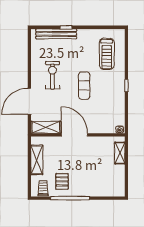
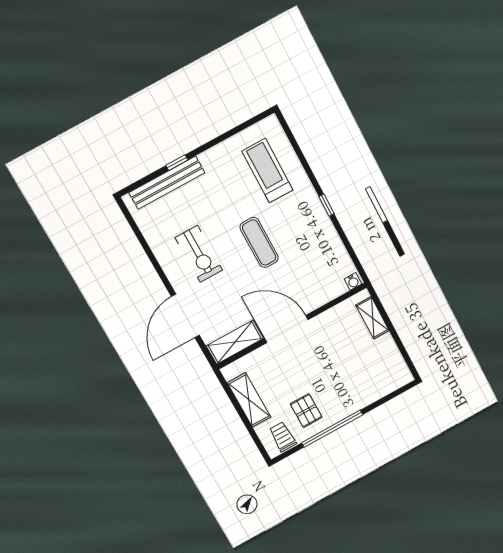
treadmill: (107, 54) -> (267, 171), turned 180
exercise bike: (52, 75) -> (199, 254), turned 180

